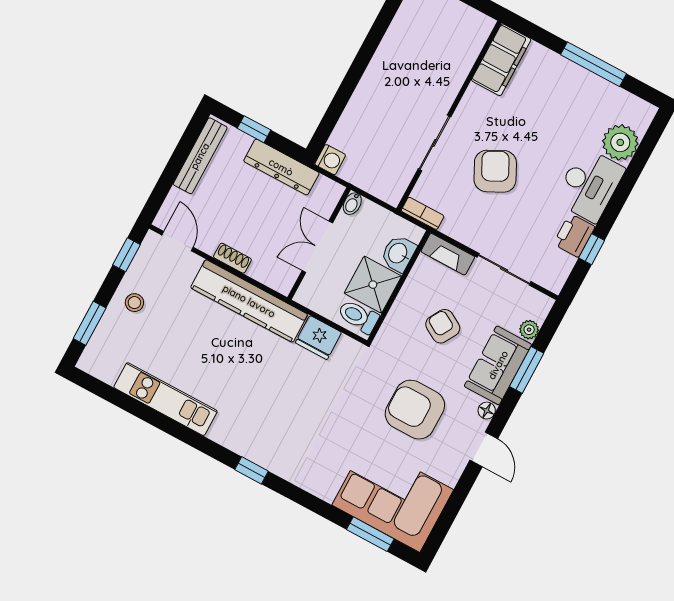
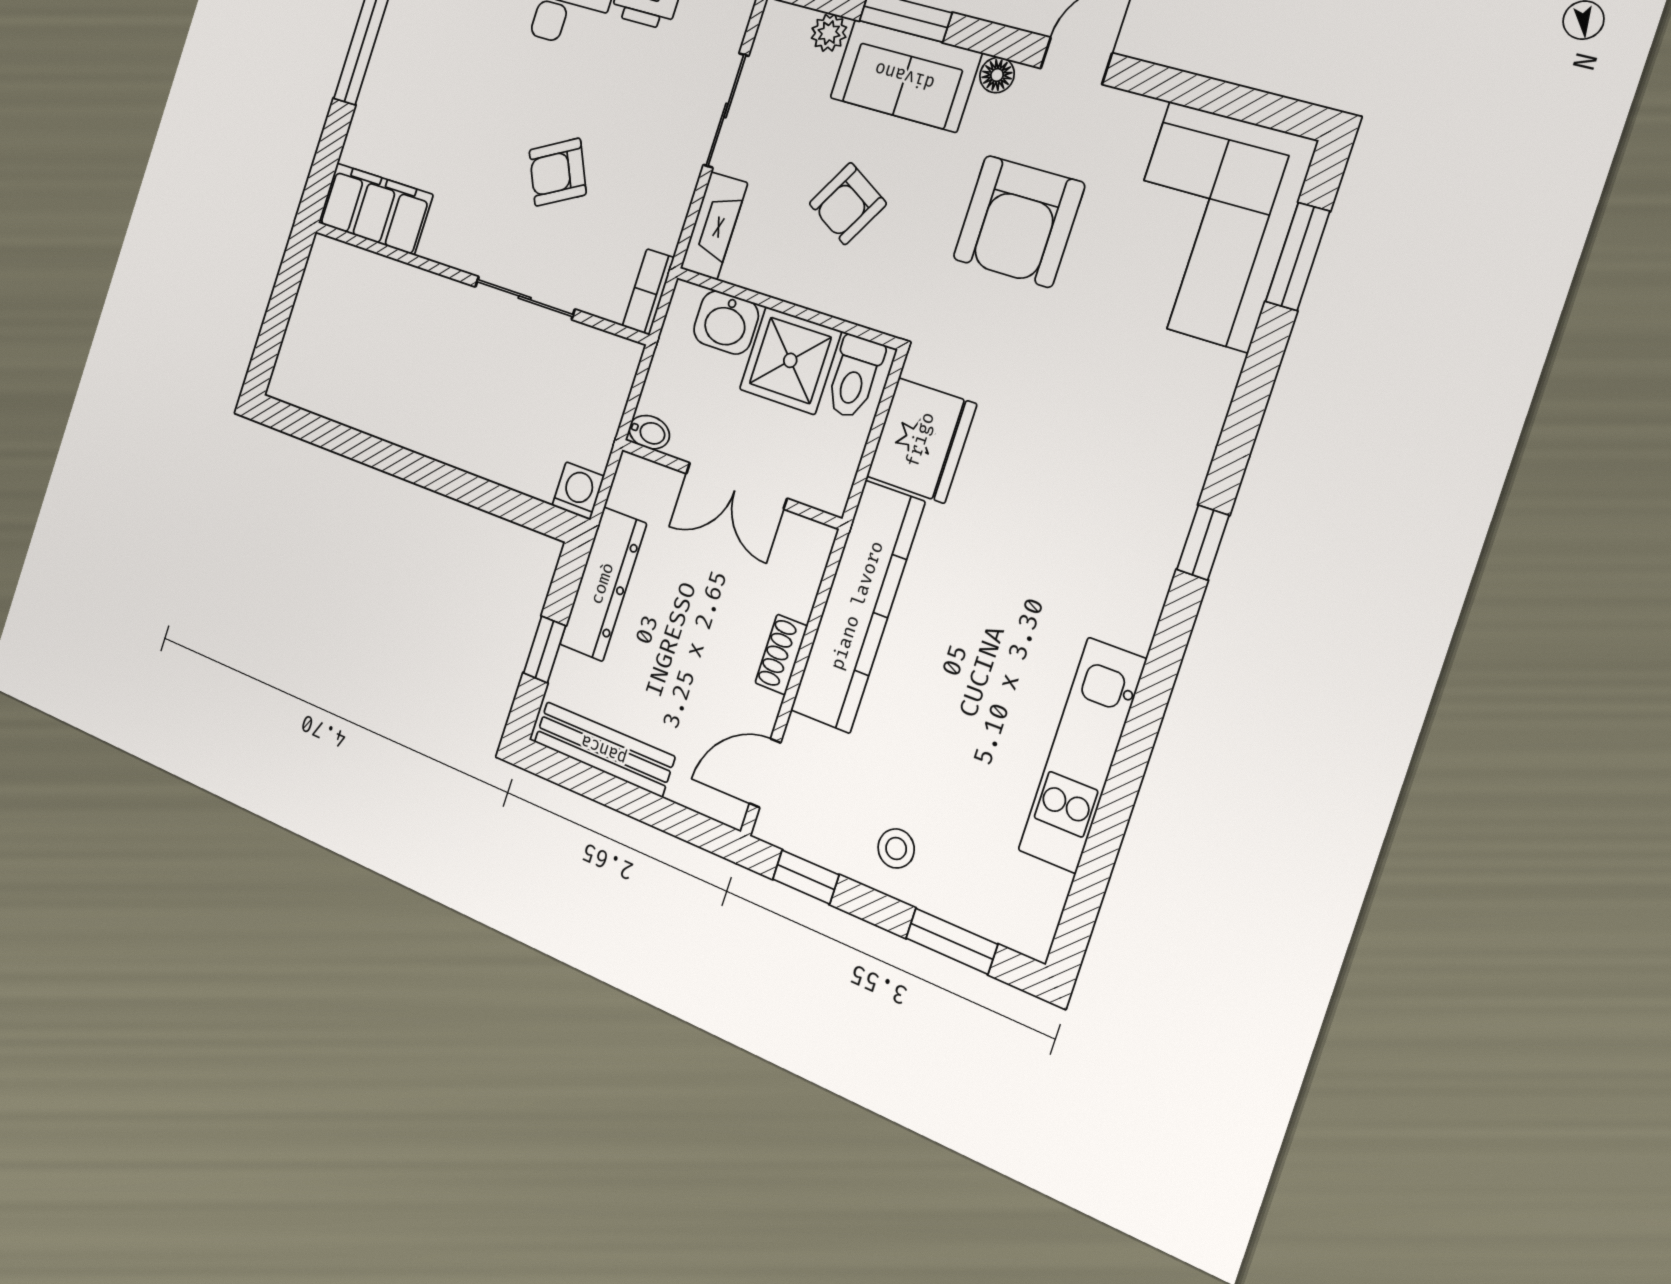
armchair: (495, 171) -> (558, 172), width x0.72, depth x0.72
fridge: (318, 338) -> (921, 440), width x1.36, depth x1.34

